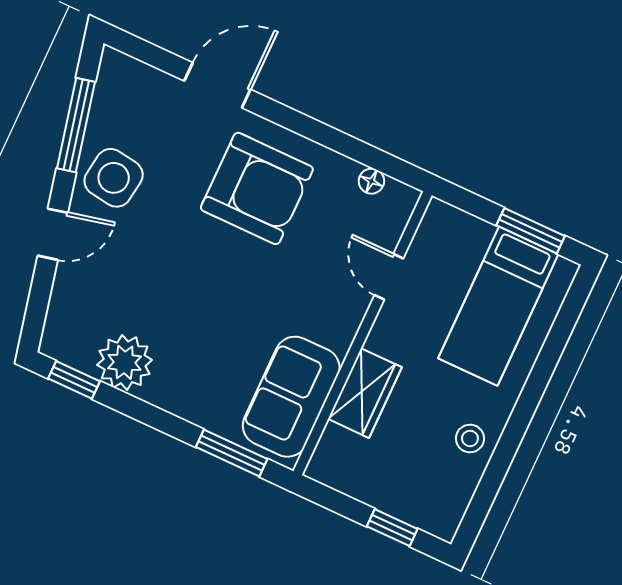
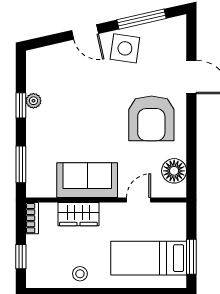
floor lamp: (371, 181) -> (174, 171), width x1.89, depth x1.89
plant: (125, 362) -> (33, 101), width x0.53, depth x0.53
window: (74, 380) -> (21, 105), moved
sofa: (291, 397) -> (87, 180), moved
bookcase: (334, 477) -> (32, 218), added

